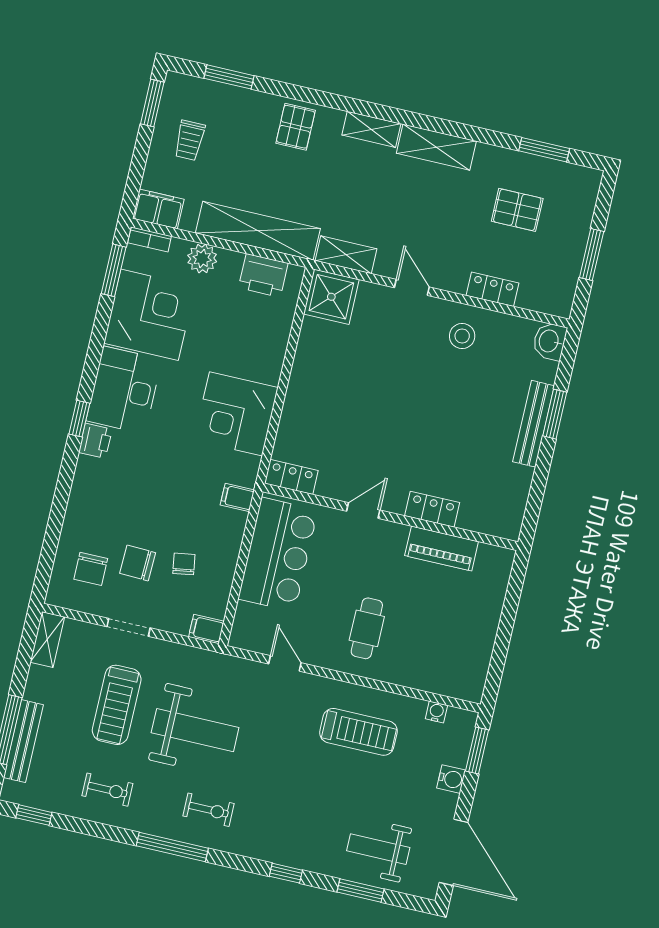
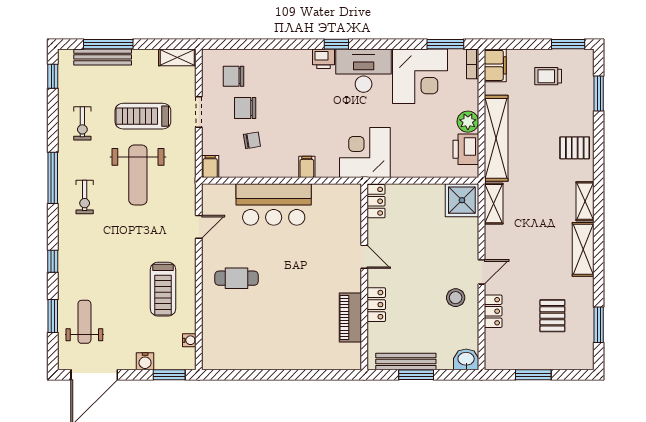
plant: (202, 258) -> (468, 122), moved
door: (412, 287) -> (481, 272), moved
locker: (291, 477) -> (376, 201), moved
locker: (432, 509) -> (376, 305), moved
door: (363, 511) -> (364, 257), moved
wall: (390, 517) -> (364, 277), moved
piano: (442, 549) -> (350, 317), moved
chair: (138, 563) -> (245, 108), turned -92

